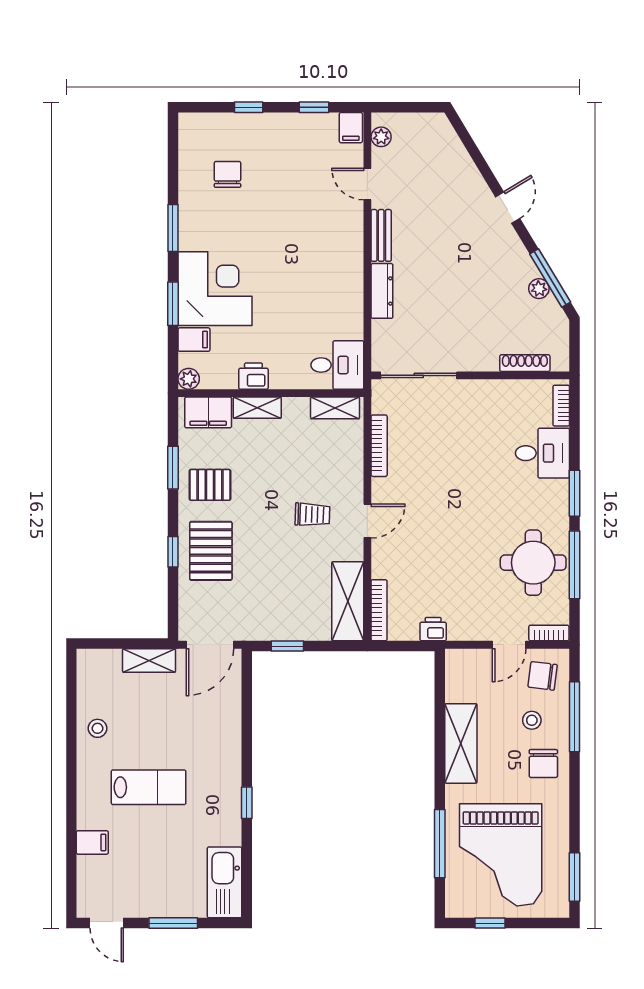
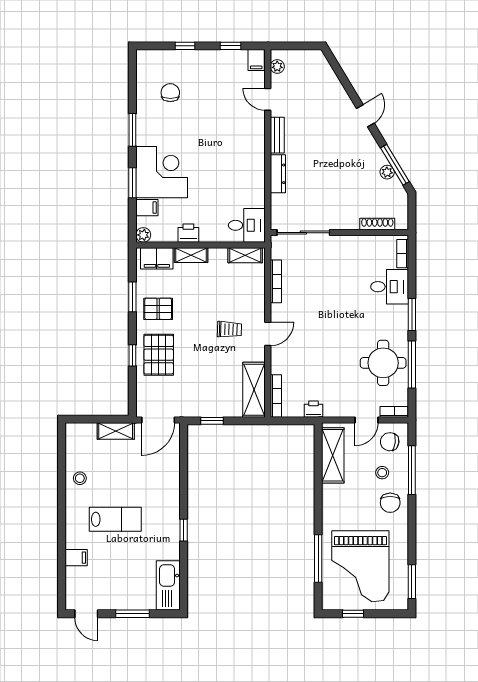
shelving: (461, 743) -> (333, 455), moved

